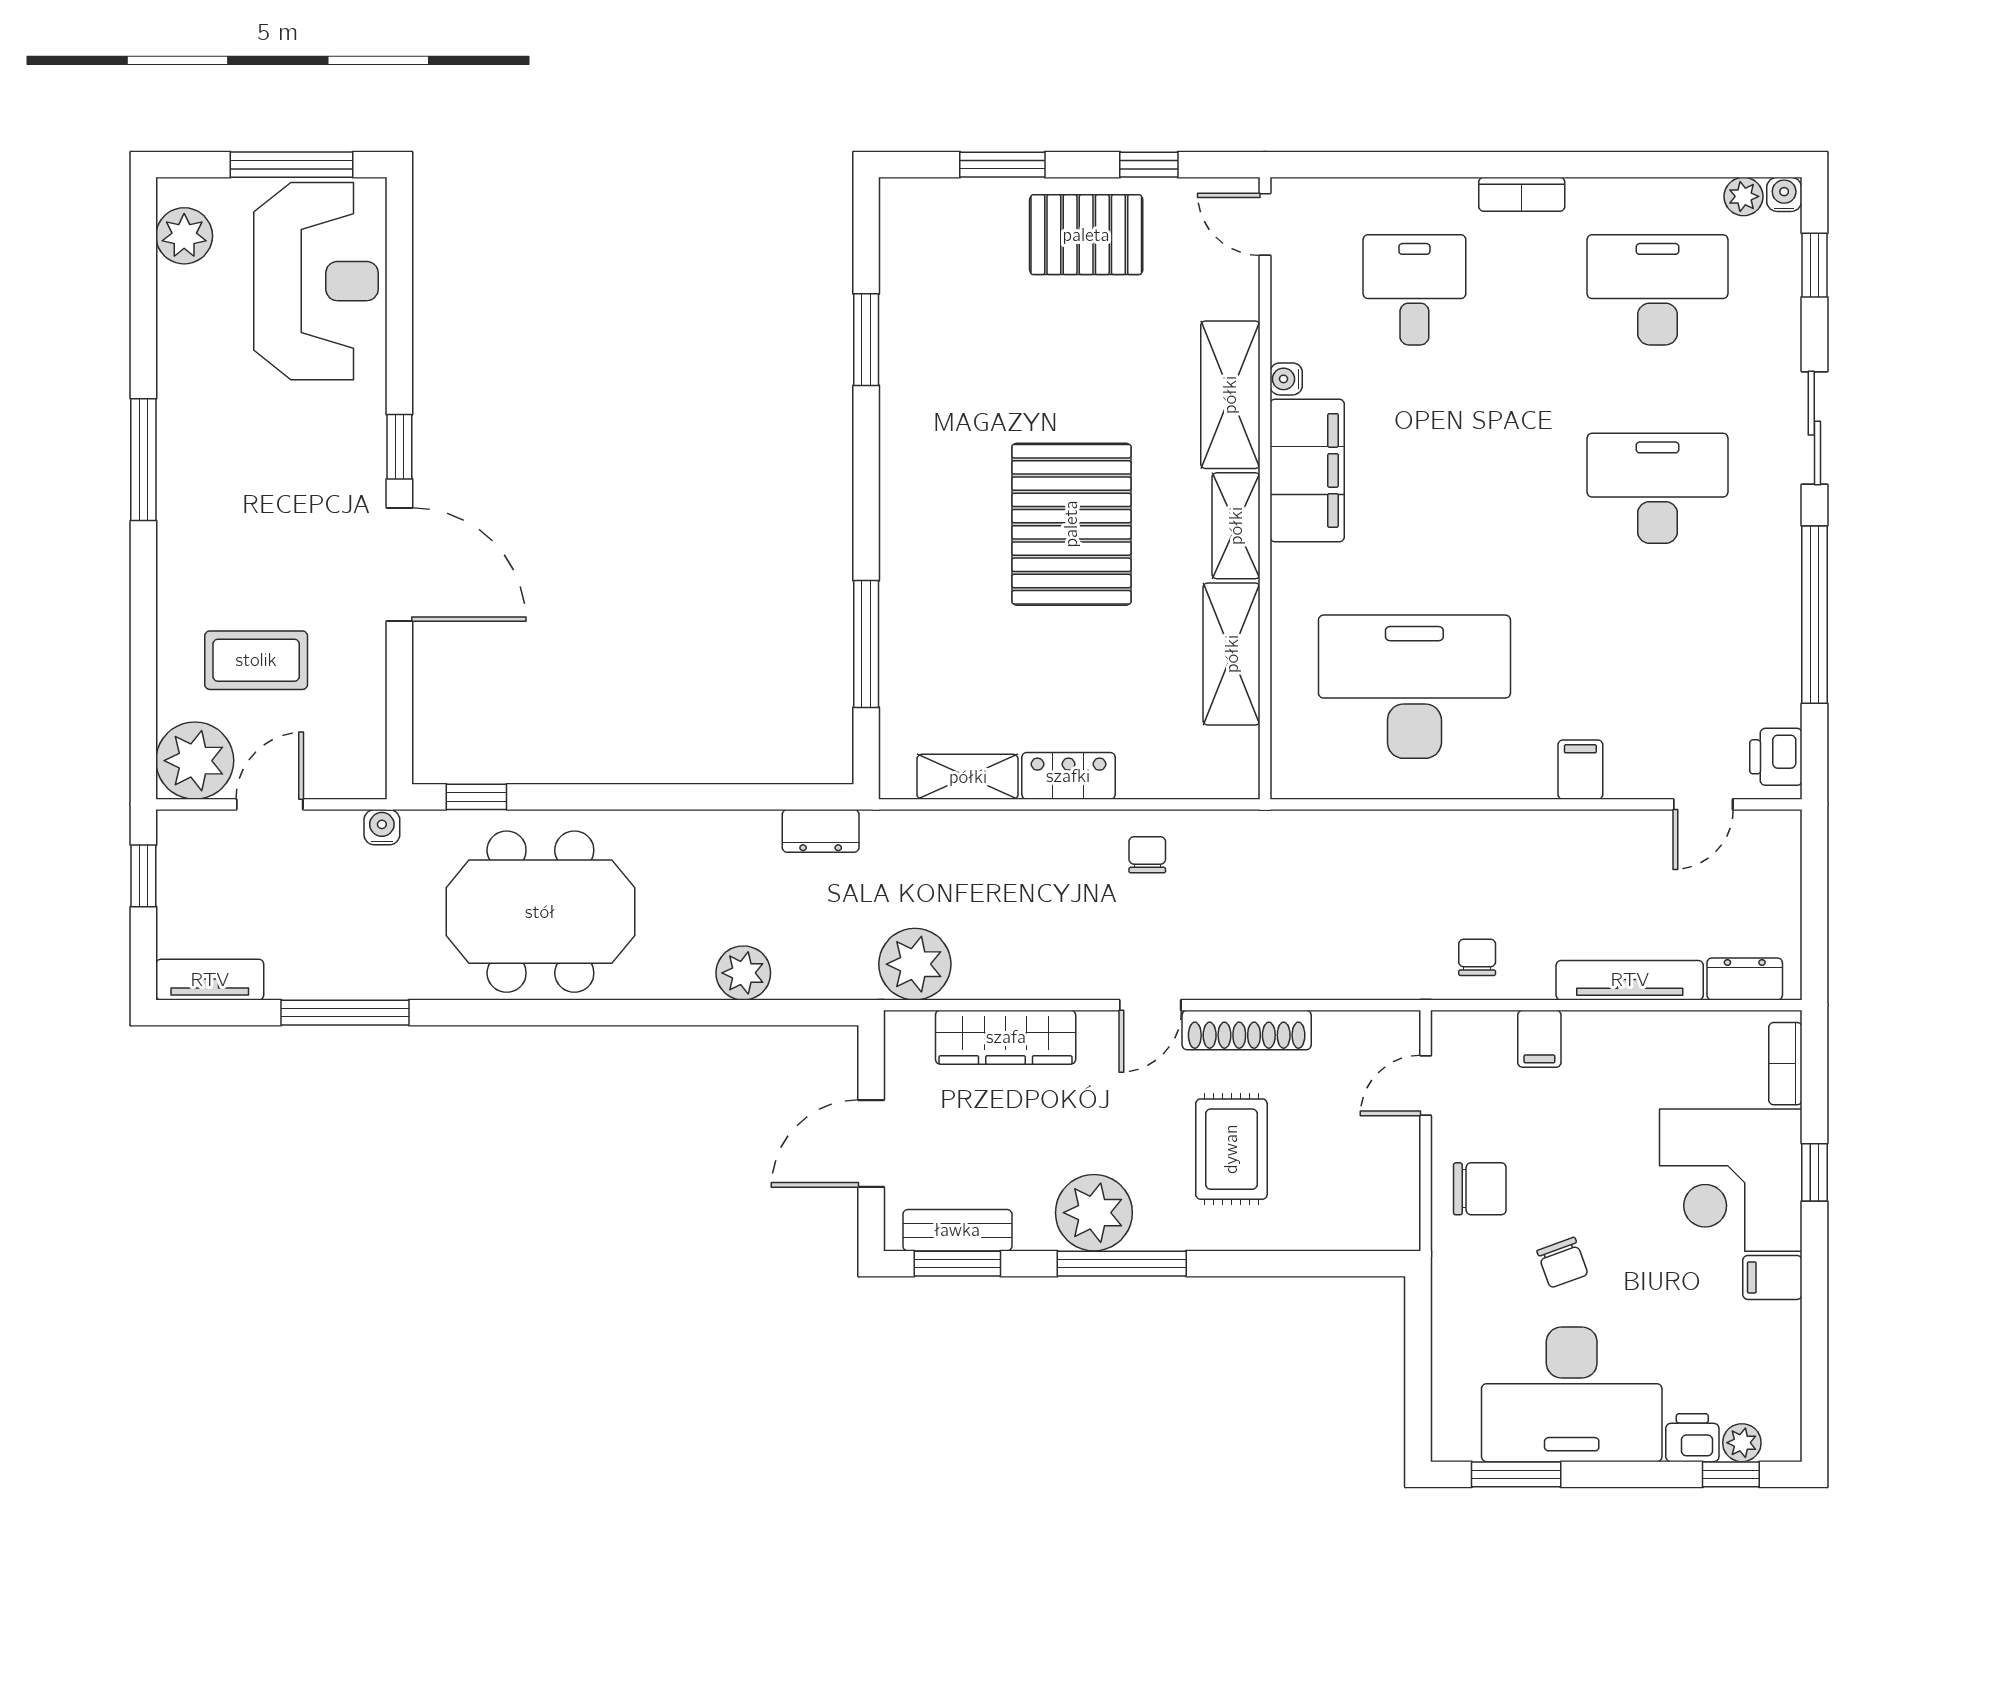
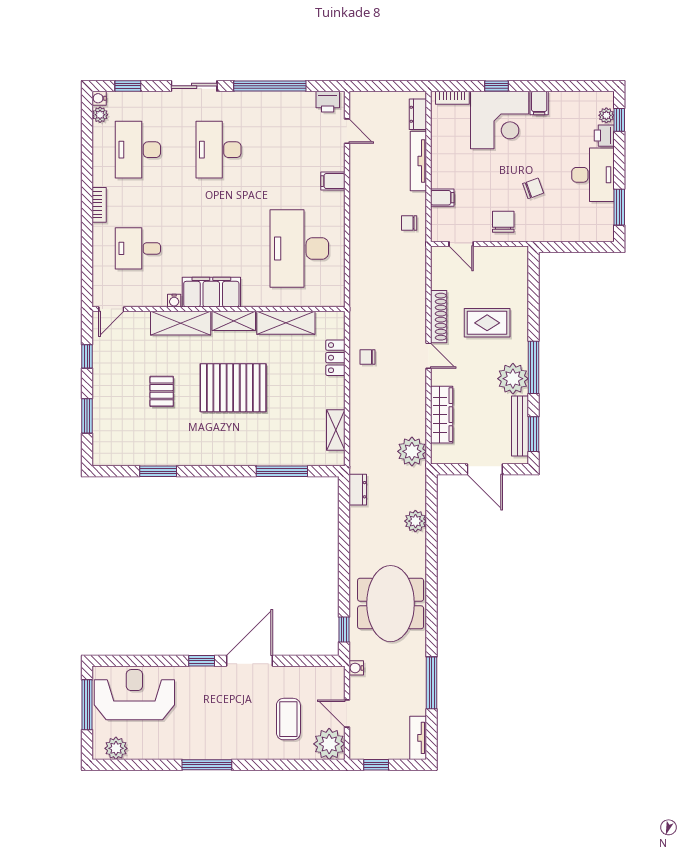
pallet: (1086, 235) -> (162, 391), moved, width x0.67, depth x0.71
locker: (1068, 776) -> (335, 358), moved
bench: (957, 1230) -> (520, 426), width x1.36
desk: (1572, 1394) -> (593, 175), width x0.73, depth x0.77

